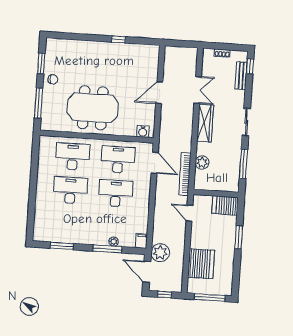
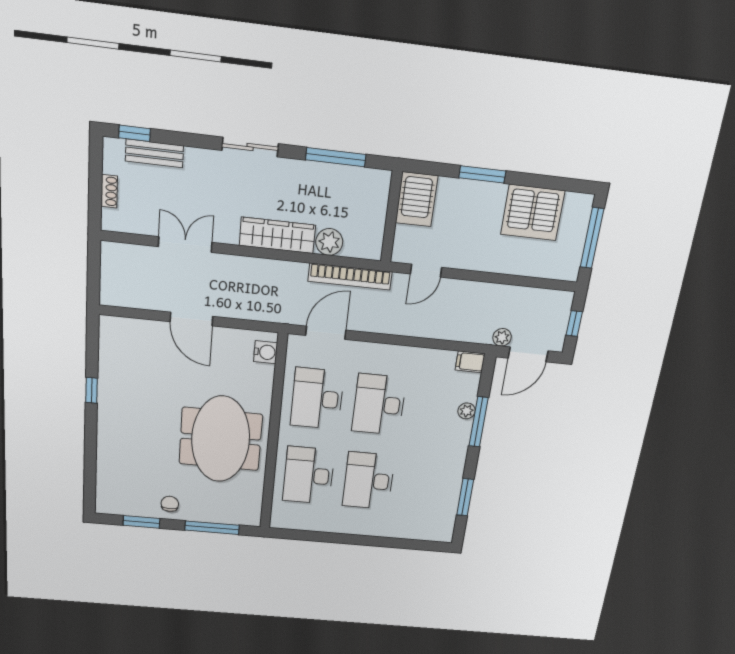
wardrobe: (205, 123) -> (277, 235), moved
plant: (160, 253) -> (502, 337), width x0.53, depth x0.53
server rack: (201, 264) -> (533, 213), moved, turned 180

